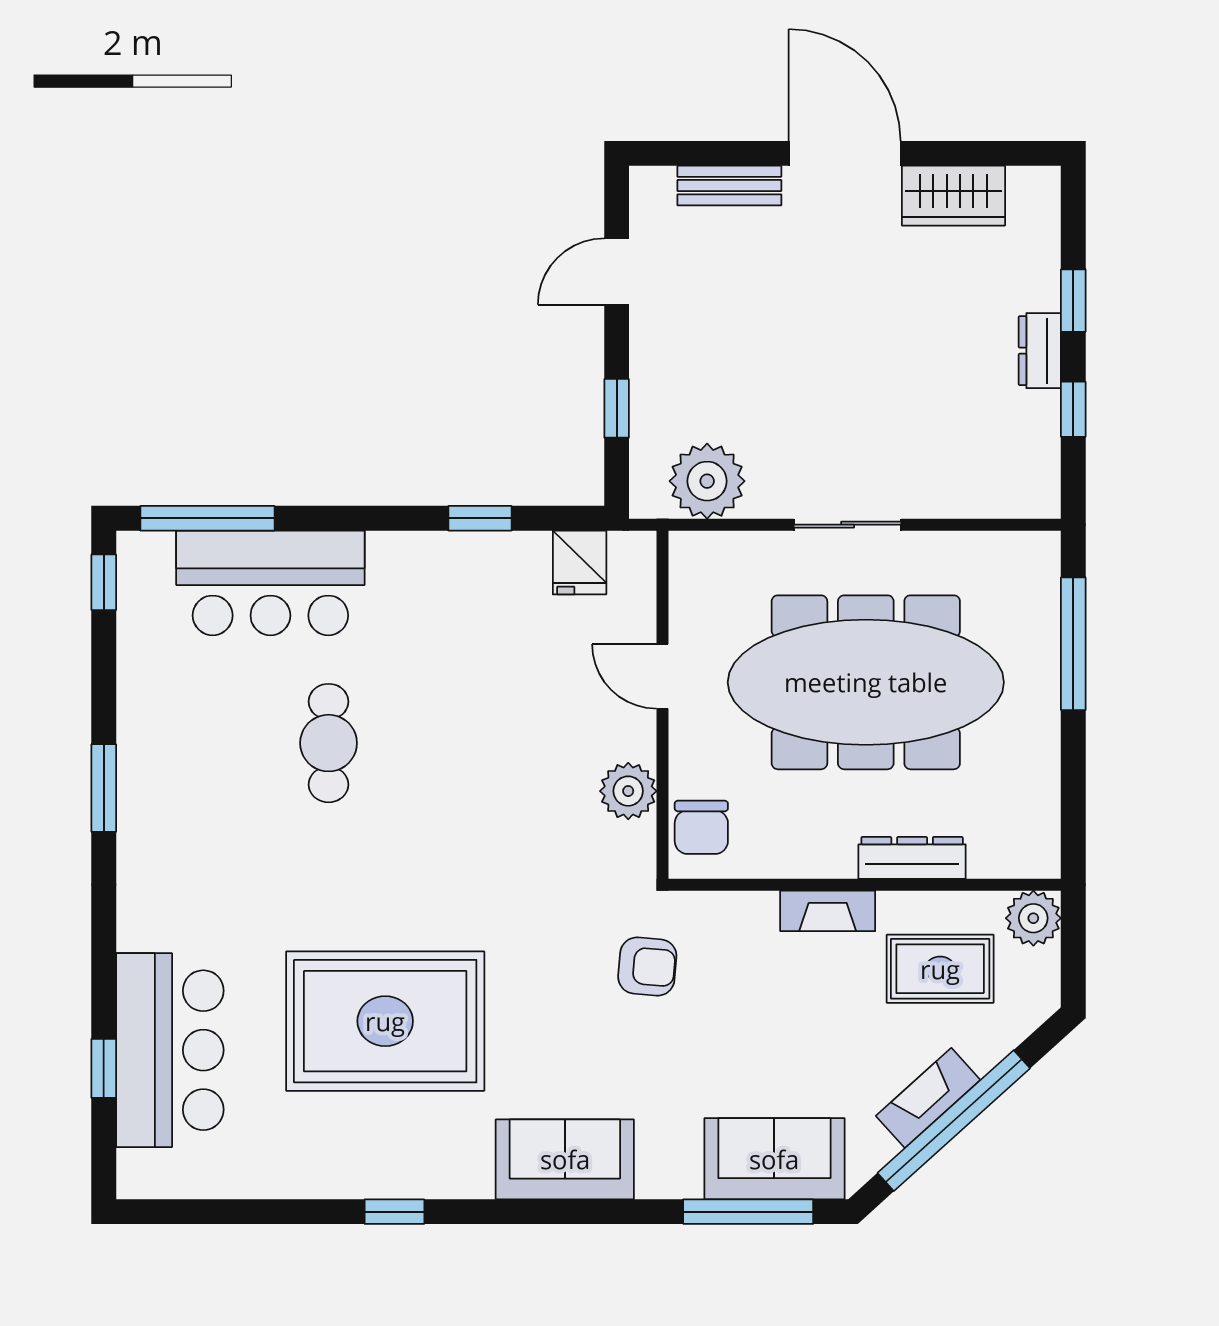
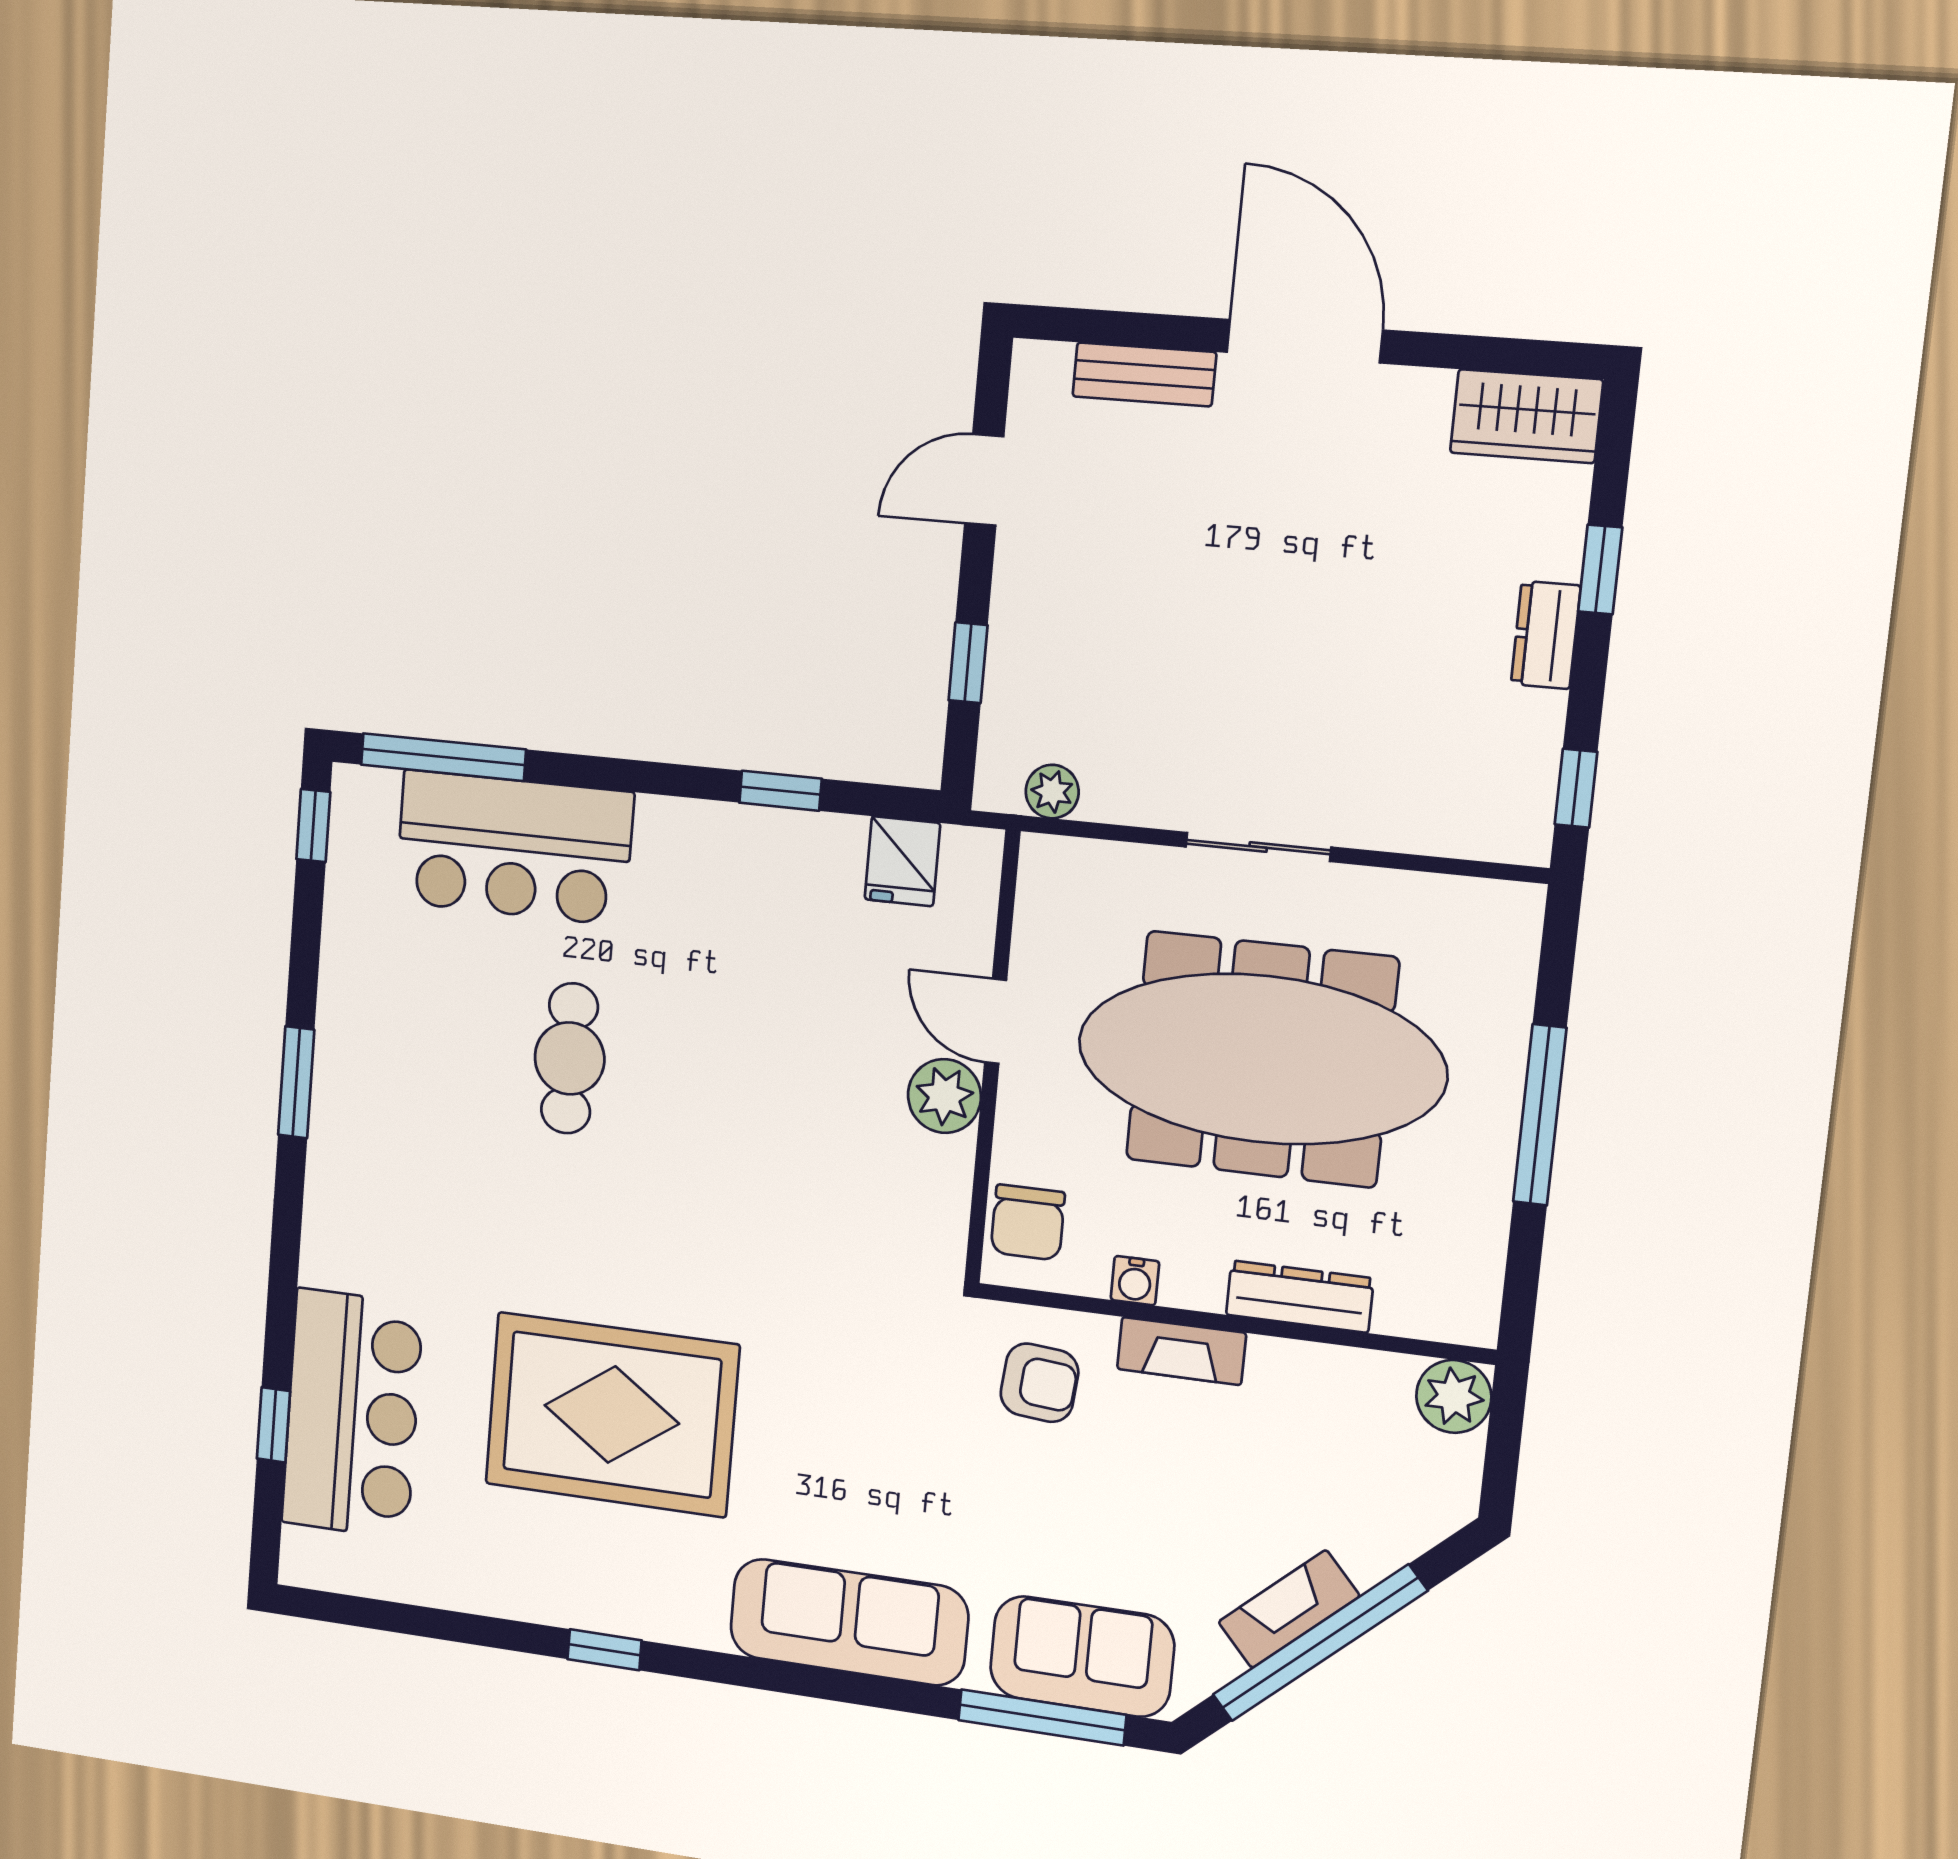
wardrobe: (953, 196) -> (1526, 416), moved
window: (1073, 409) -> (1576, 788), moved
plant: (707, 481) -> (1052, 792), width x0.53, depth x0.53
window: (1073, 644) -> (1540, 1115), moved
plant: (628, 791) -> (944, 1096), moved
water cooler: (787, 862) -> (1135, 1281), added
armchair: (647, 966) -> (1039, 1383), moved
rug: (940, 969) -> (1322, 1445), removed
sofa: (565, 1159) -> (849, 1622), width x1.36

